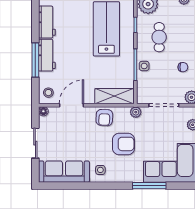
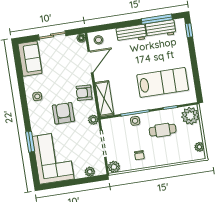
window: (35, 60) -> (157, 19), moved
door: (71, 105) -> (90, 62), hinge flipped
armchair: (123, 144) -> (63, 113), turned 180
sofa: (64, 172) -> (30, 59), width x0.73
window: (149, 186) -> (30, 142), width x0.69

